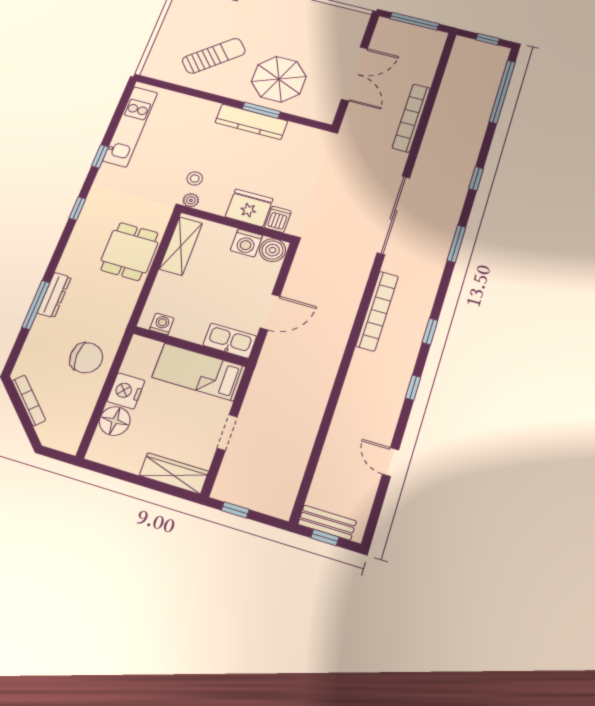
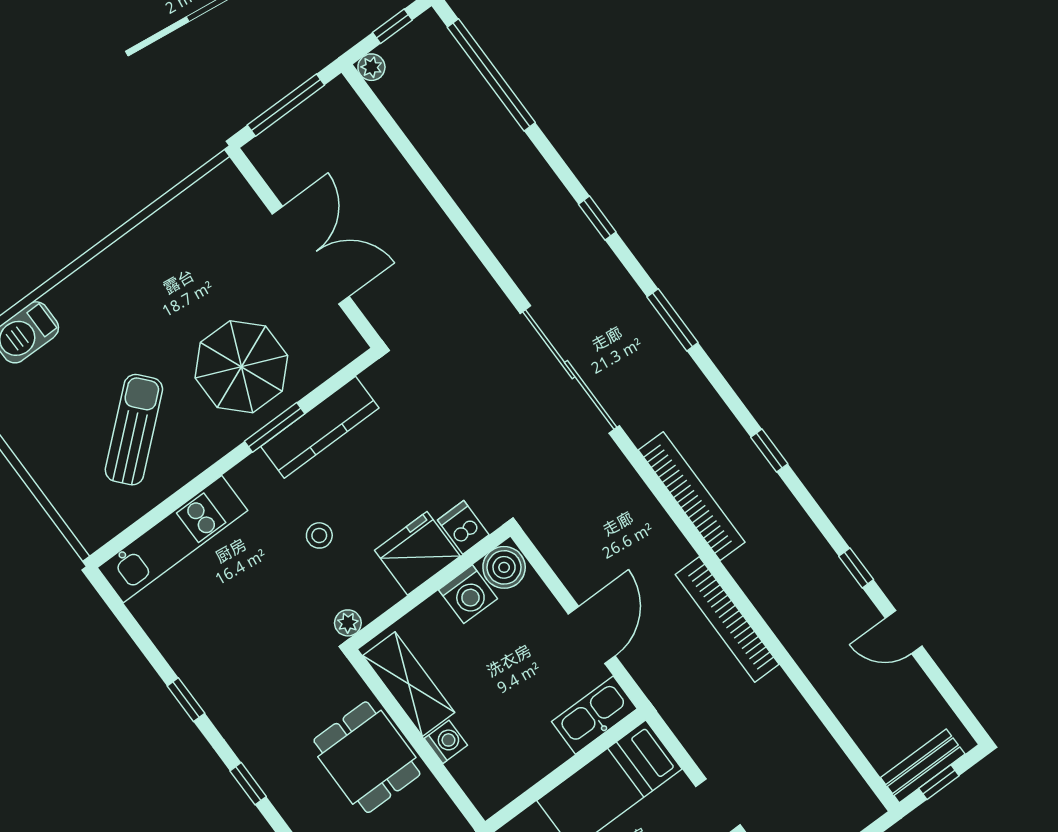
plant: (462, 43) -> (371, 67), added
bookcase: (411, 118) -> (727, 619), moved
kitchen counter: (251, 122) -> (320, 427), moved
kitchen unit: (130, 127) -> (172, 539), moved, turned 90
stool: (195, 178) -> (319, 535), moved
washing machine: (162, 324) -> (446, 742), moved, turned 90
window: (413, 388) -> (856, 568), moved

